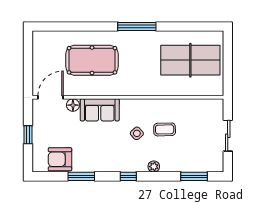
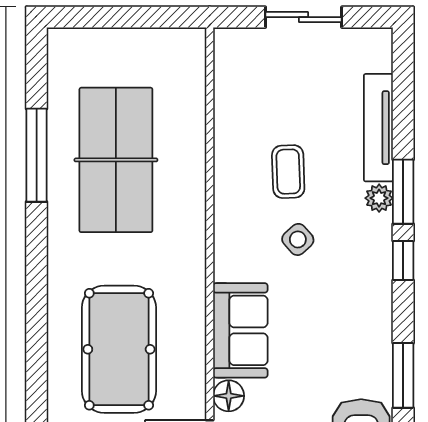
window: (137, 27) -> (37, 155), moved
table tennis table: (190, 60) -> (116, 160), moved
tv unit: (183, 166) -> (378, 128), added
window: (194, 176) -> (403, 192), moved

